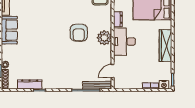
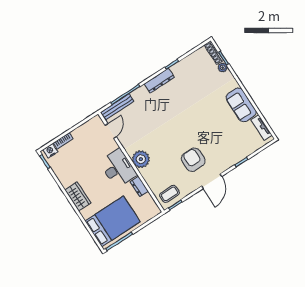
armchair: (79, 33) -> (193, 160), moved
wardrobe: (165, 46) -> (78, 196), width x0.67
dresser: (30, 84) -> (159, 81), moved

